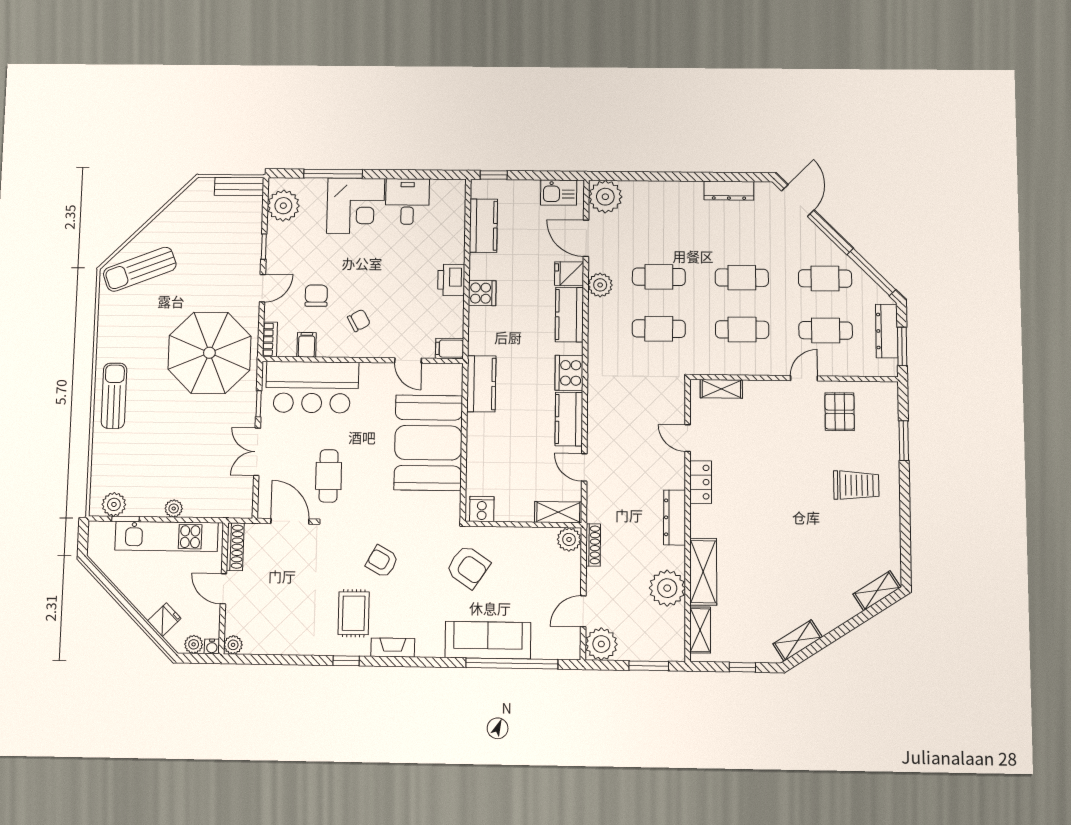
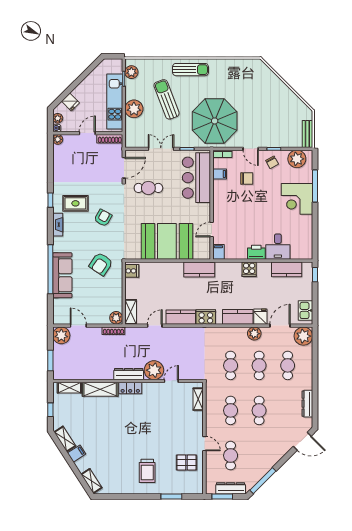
desk: (407, 201) -> (278, 247), moved, turned 90
sun lounger: (140, 269) -> (167, 99), moved
cafe table: (825, 278) -> (288, 365), moved
chair: (359, 320) -> (272, 162), moved
locker: (701, 482) -> (130, 388), moved
plant: (174, 508) -> (134, 109), width x1.87, depth x1.87
plant: (667, 588) -> (154, 370), moved
filing cabinet: (825, 618) -> (77, 454), added
window: (512, 663) -> (50, 269), moved

